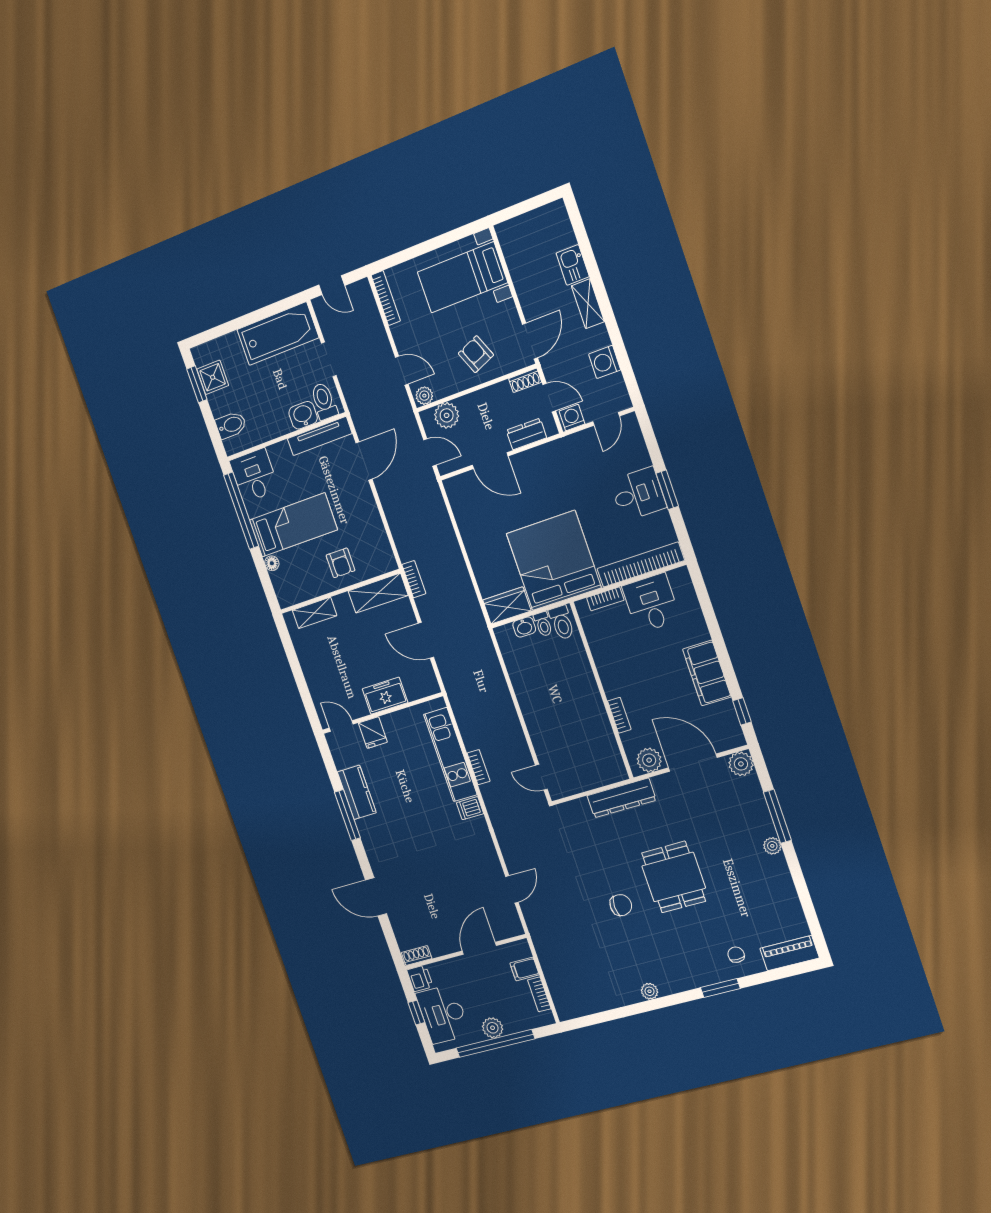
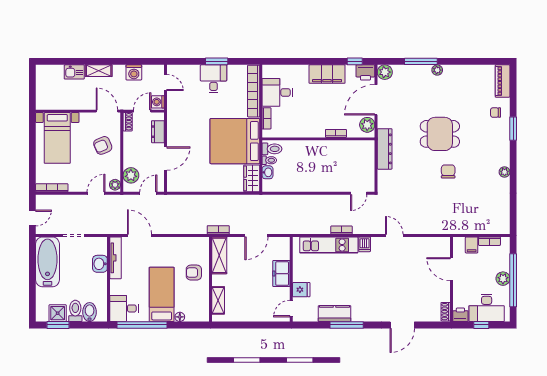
toilet: (324, 401) -> (75, 311), moved, turned 90
armchair: (340, 563) -> (194, 273), turned 180
printer: (730, 733) -> (365, 72), added
door: (512, 889) -> (394, 236), moved

